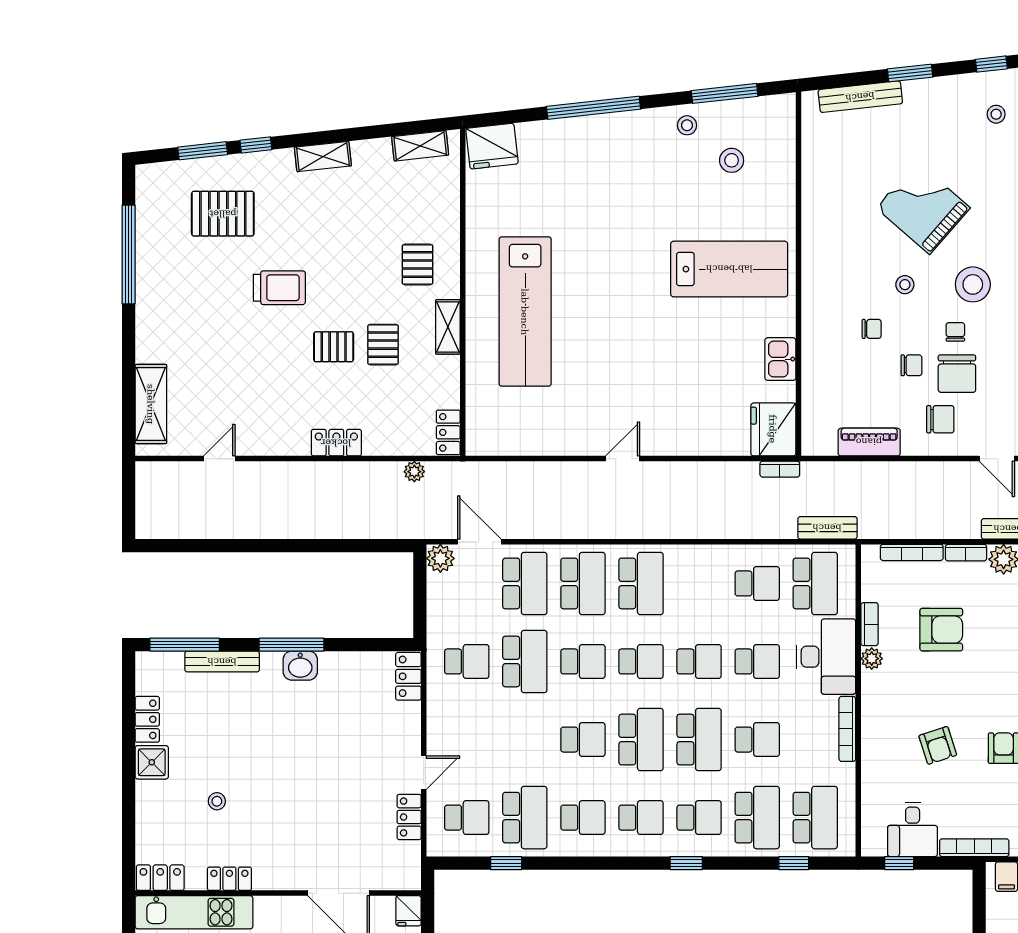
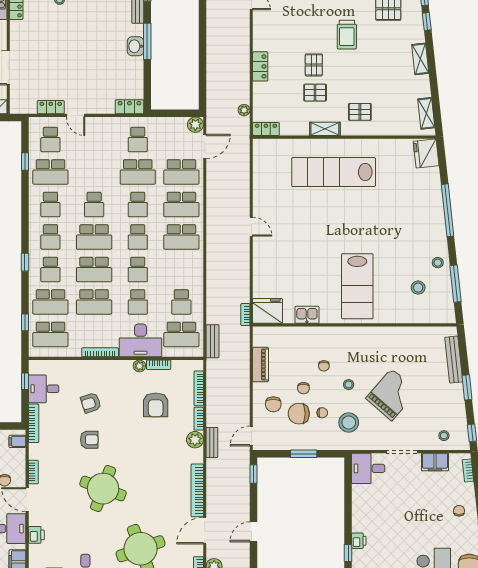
school desk: (757, 740) -> (94, 302), width x1.85

